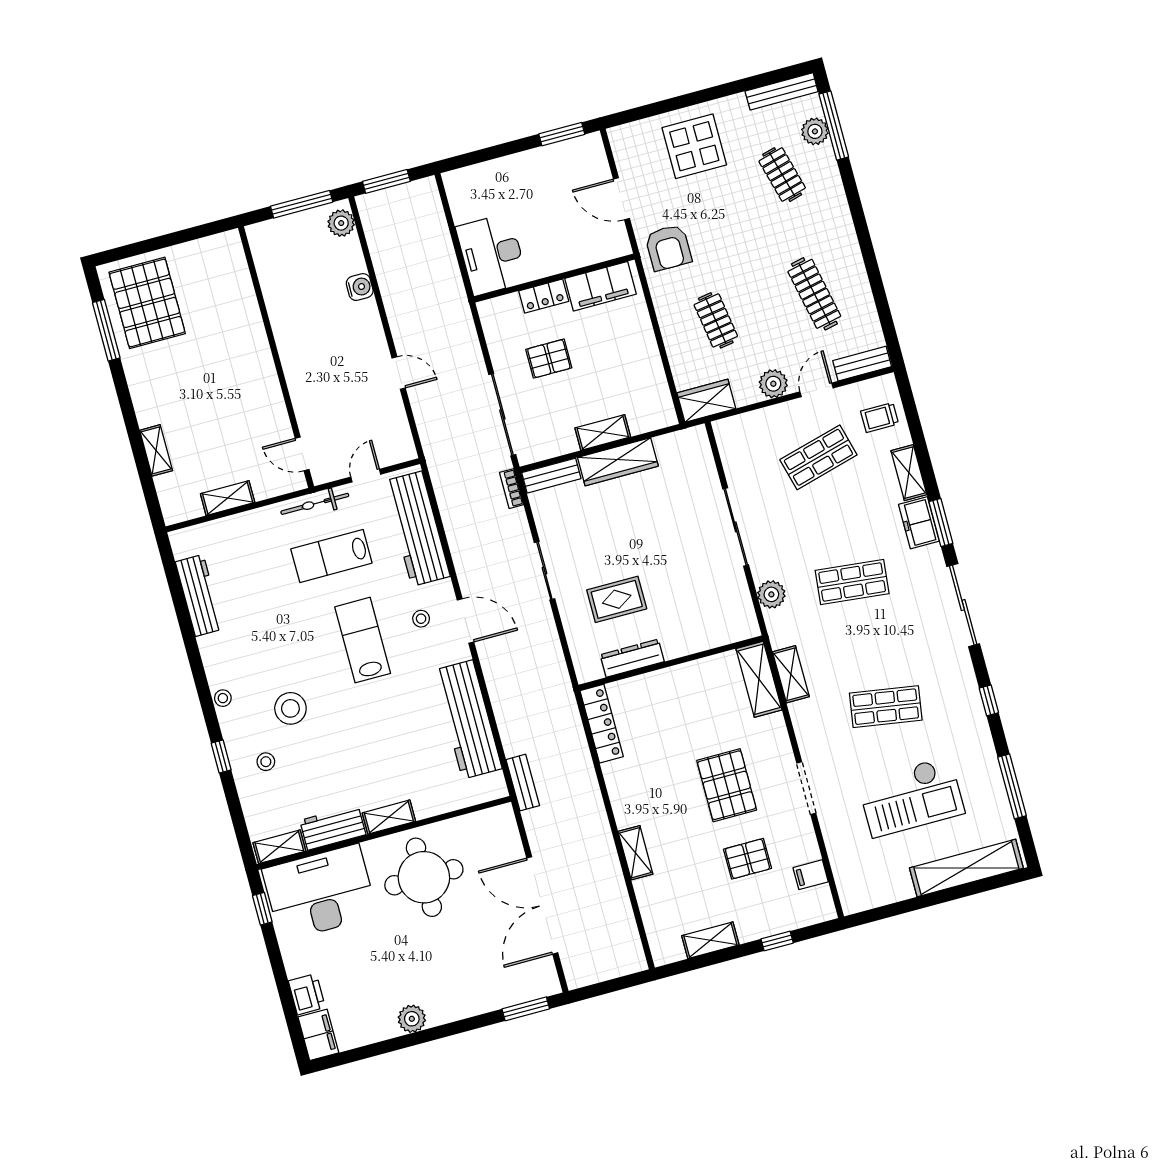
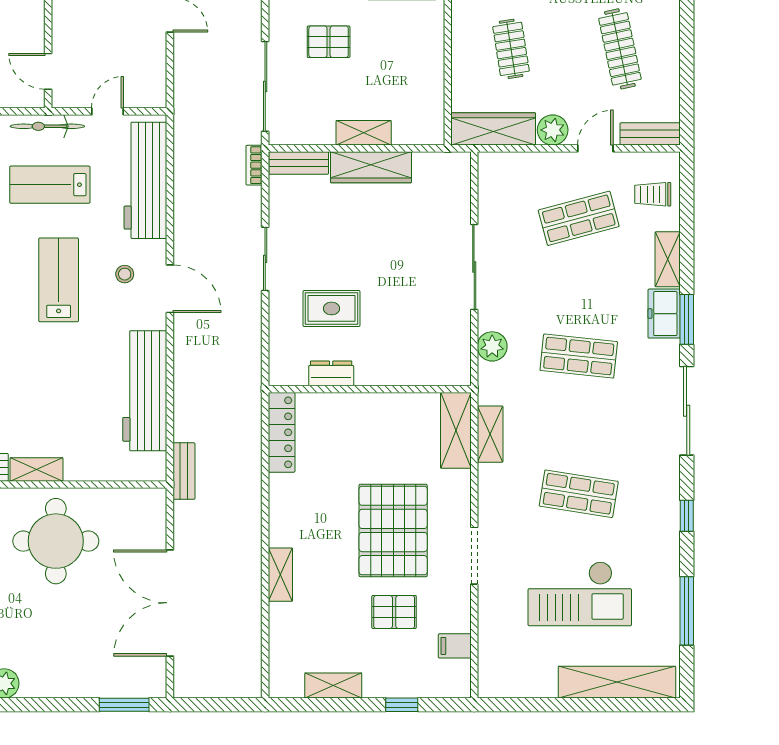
wardrobe: (706, 401) -> (493, 129), width x1.50
dresser: (632, 658) -> (331, 373), width x0.70
pallet: (727, 785) -> (393, 530), width x1.37, depth x1.41

